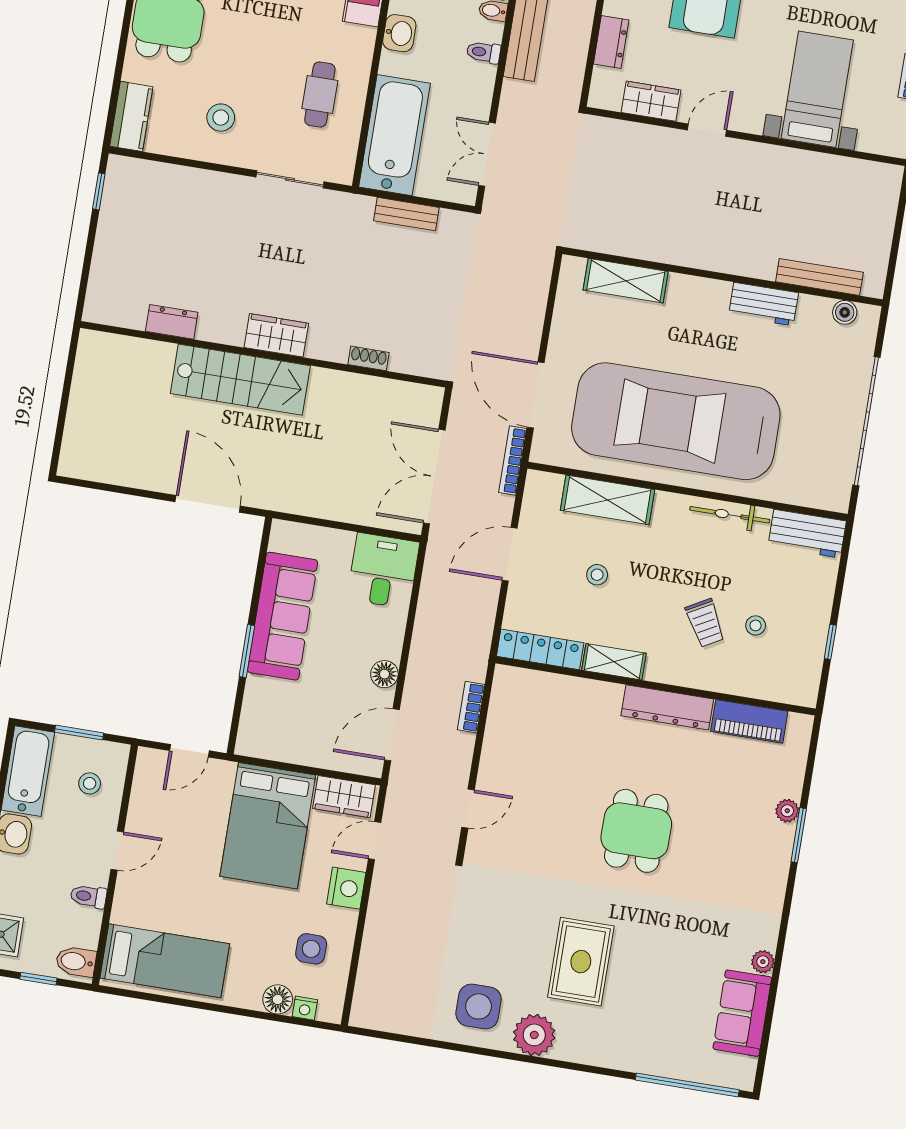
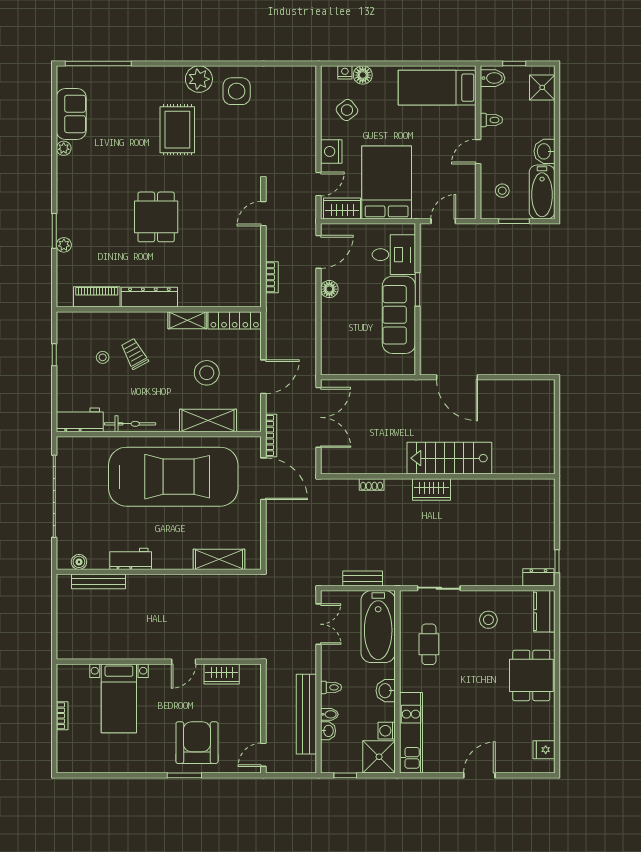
dresser: (611, 42) -> (252, 707), removed
dresser: (172, 322) -> (538, 577), moved, turned 180
desk: (383, 571) -> (394, 255), moved, turned -90
stool: (597, 575) -> (207, 373), width x1.89, depth x1.89
side table: (311, 949) -> (347, 110), turned -38

